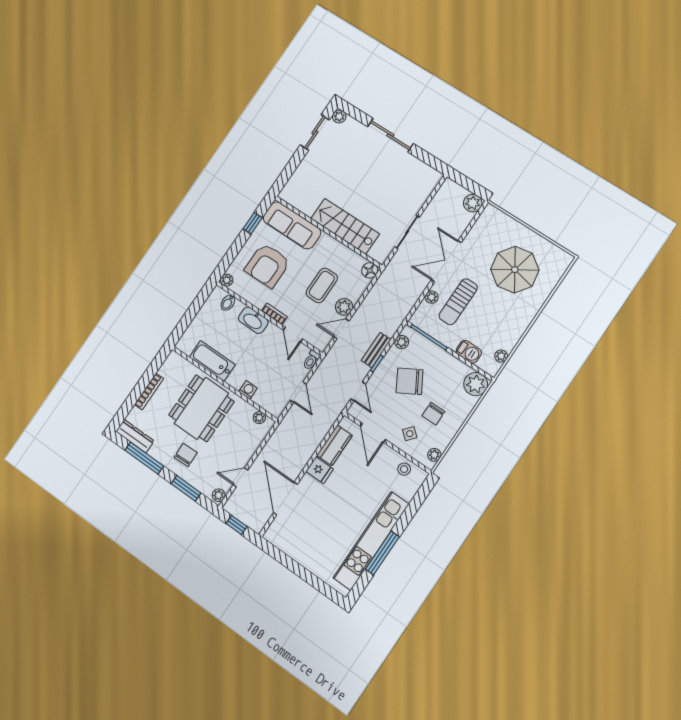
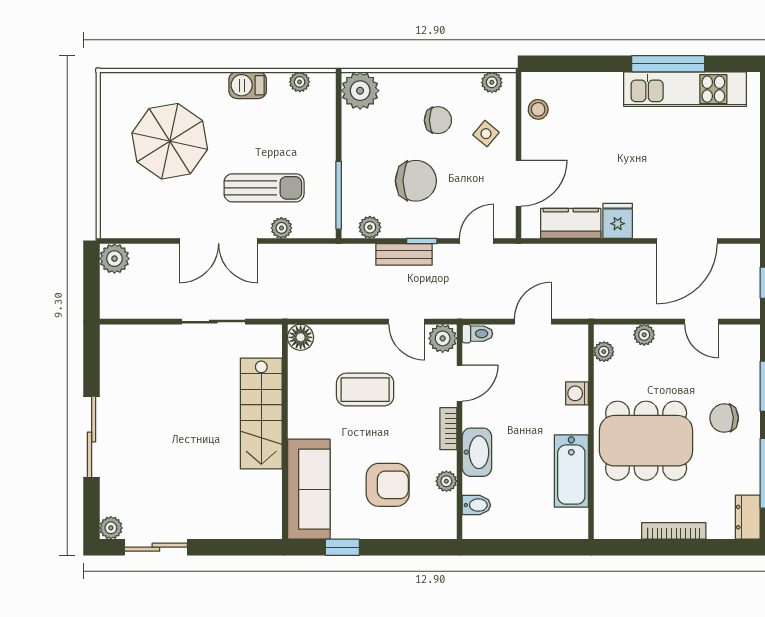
armchair: (268, 265) -> (388, 485), width x0.73, depth x0.73
plant: (227, 280) -> (446, 481), moved
plant: (344, 307) -> (443, 338), moved
barbecue: (469, 352) -> (248, 85), moved, turned -90
chair: (410, 381) -> (416, 181), turned -60
dresser: (135, 436) -> (748, 517), width x0.70
plant: (219, 495) -> (644, 335), moved
kitchen unit: (371, 541) -> (685, 89), width x0.73

